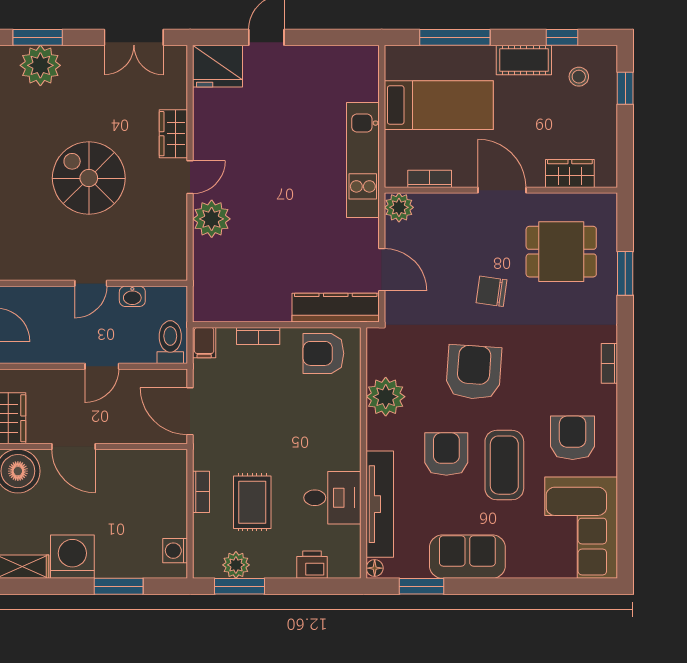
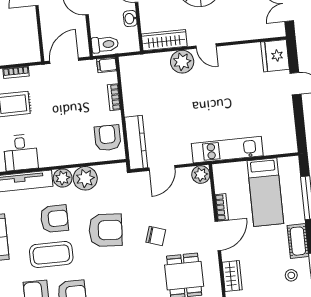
wardrobe: (173, 134) -> (164, 40), moved, width x1.50
bookcase: (430, 179) -> (222, 207), moved
chair: (492, 291) -> (156, 236), turned 100
plant: (381, 434) -> (63, 178), added

